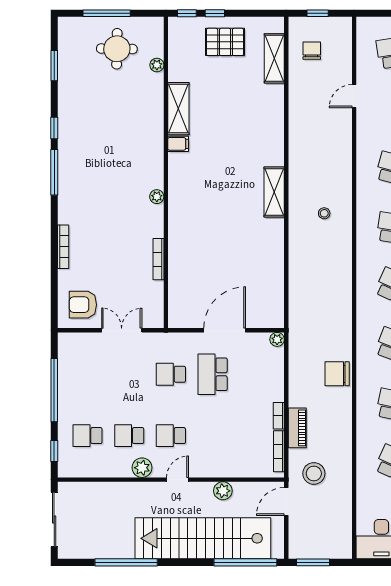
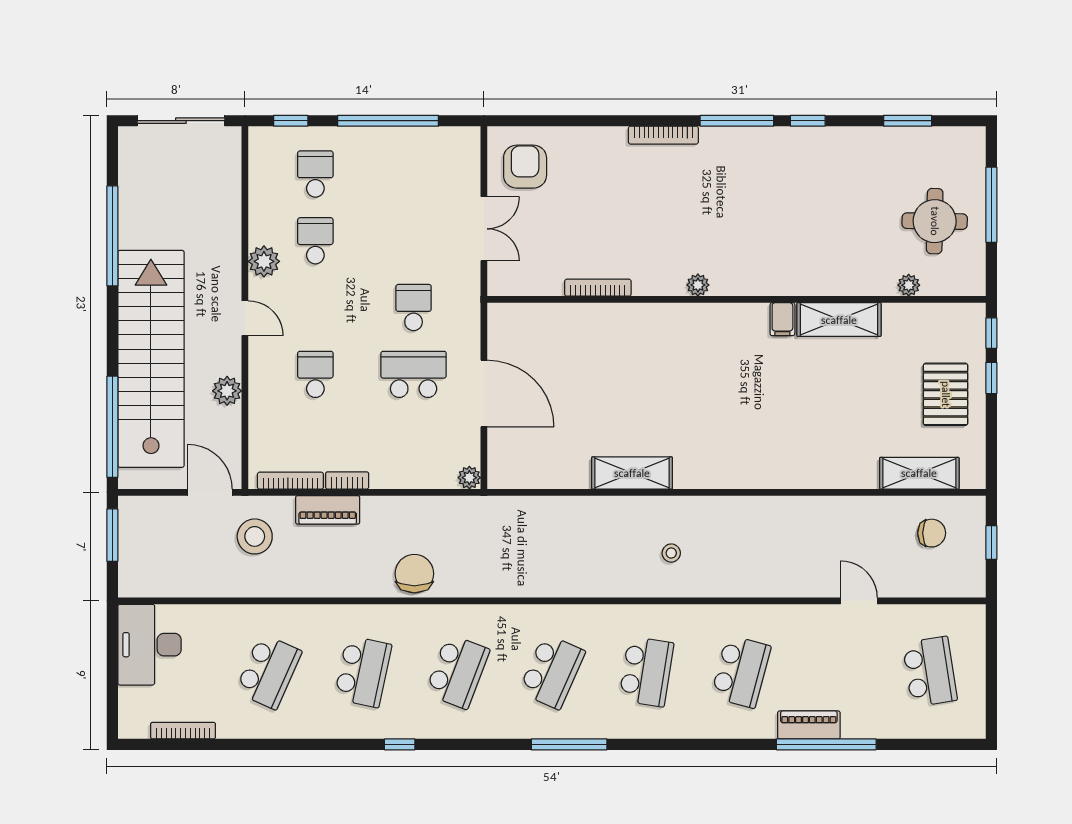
shelving: (274, 192) -> (632, 473), moved
bookcase: (63, 247) -> (663, 135), moved
school desk: (171, 436) -> (315, 374), moved

